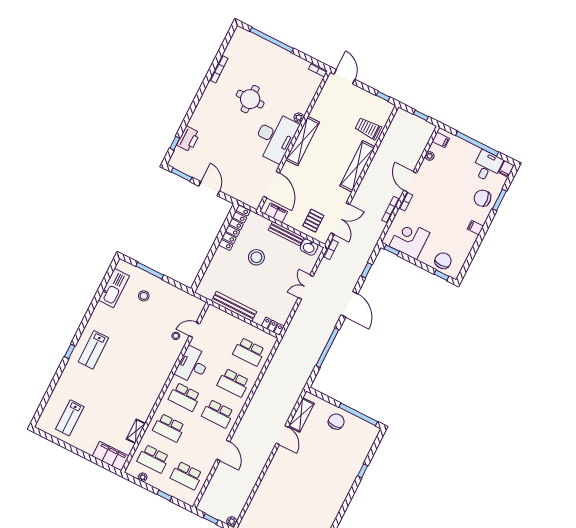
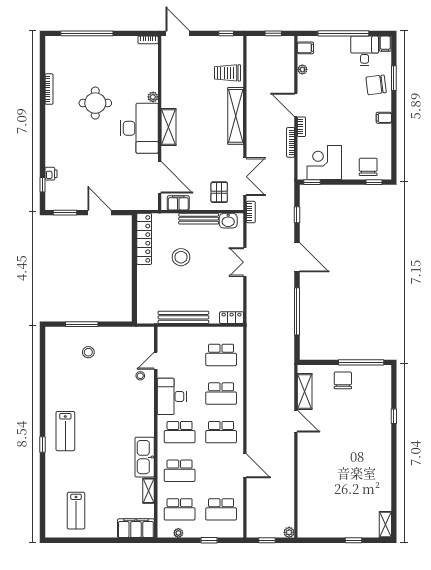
printer: (188, 139) -> (51, 174), width x0.53, depth x0.68
shelving: (303, 141) -> (169, 127), width x0.68
kitchen sink: (114, 288) -> (145, 457), moved, turned 180

